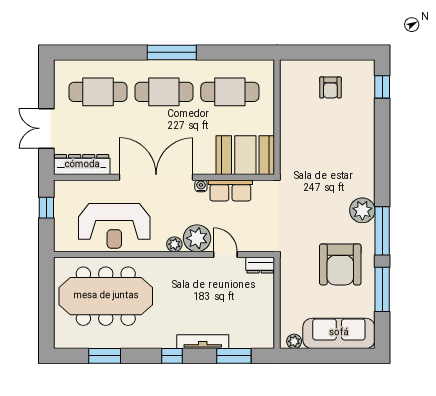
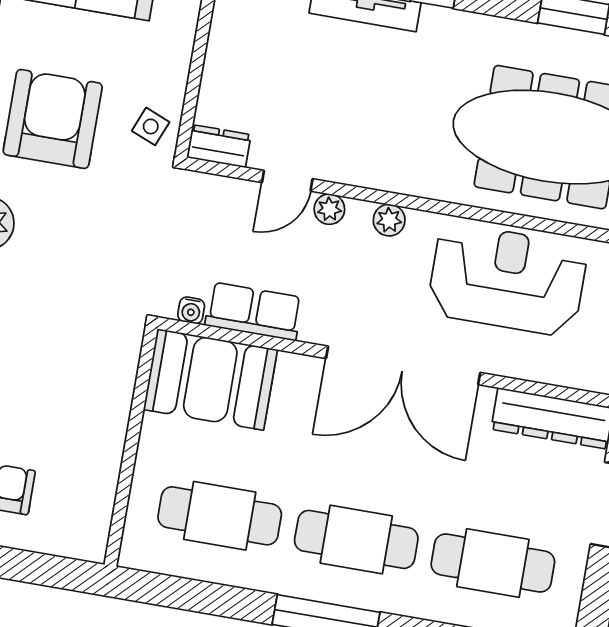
water cooler: (201, 186) -> (191, 310), moved
plant: (197, 238) -> (329, 209), width x0.53, depth x0.53
door: (225, 254) -> (287, 181), hinge flipped
side table: (294, 269) -> (151, 126), added

